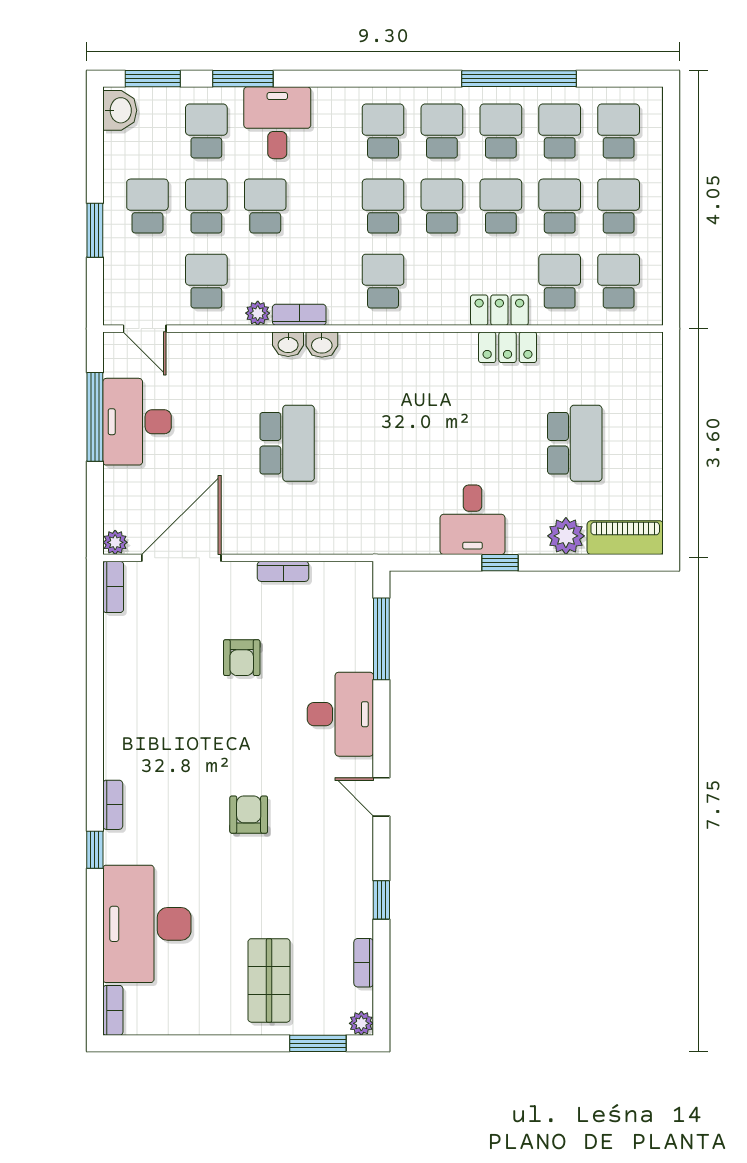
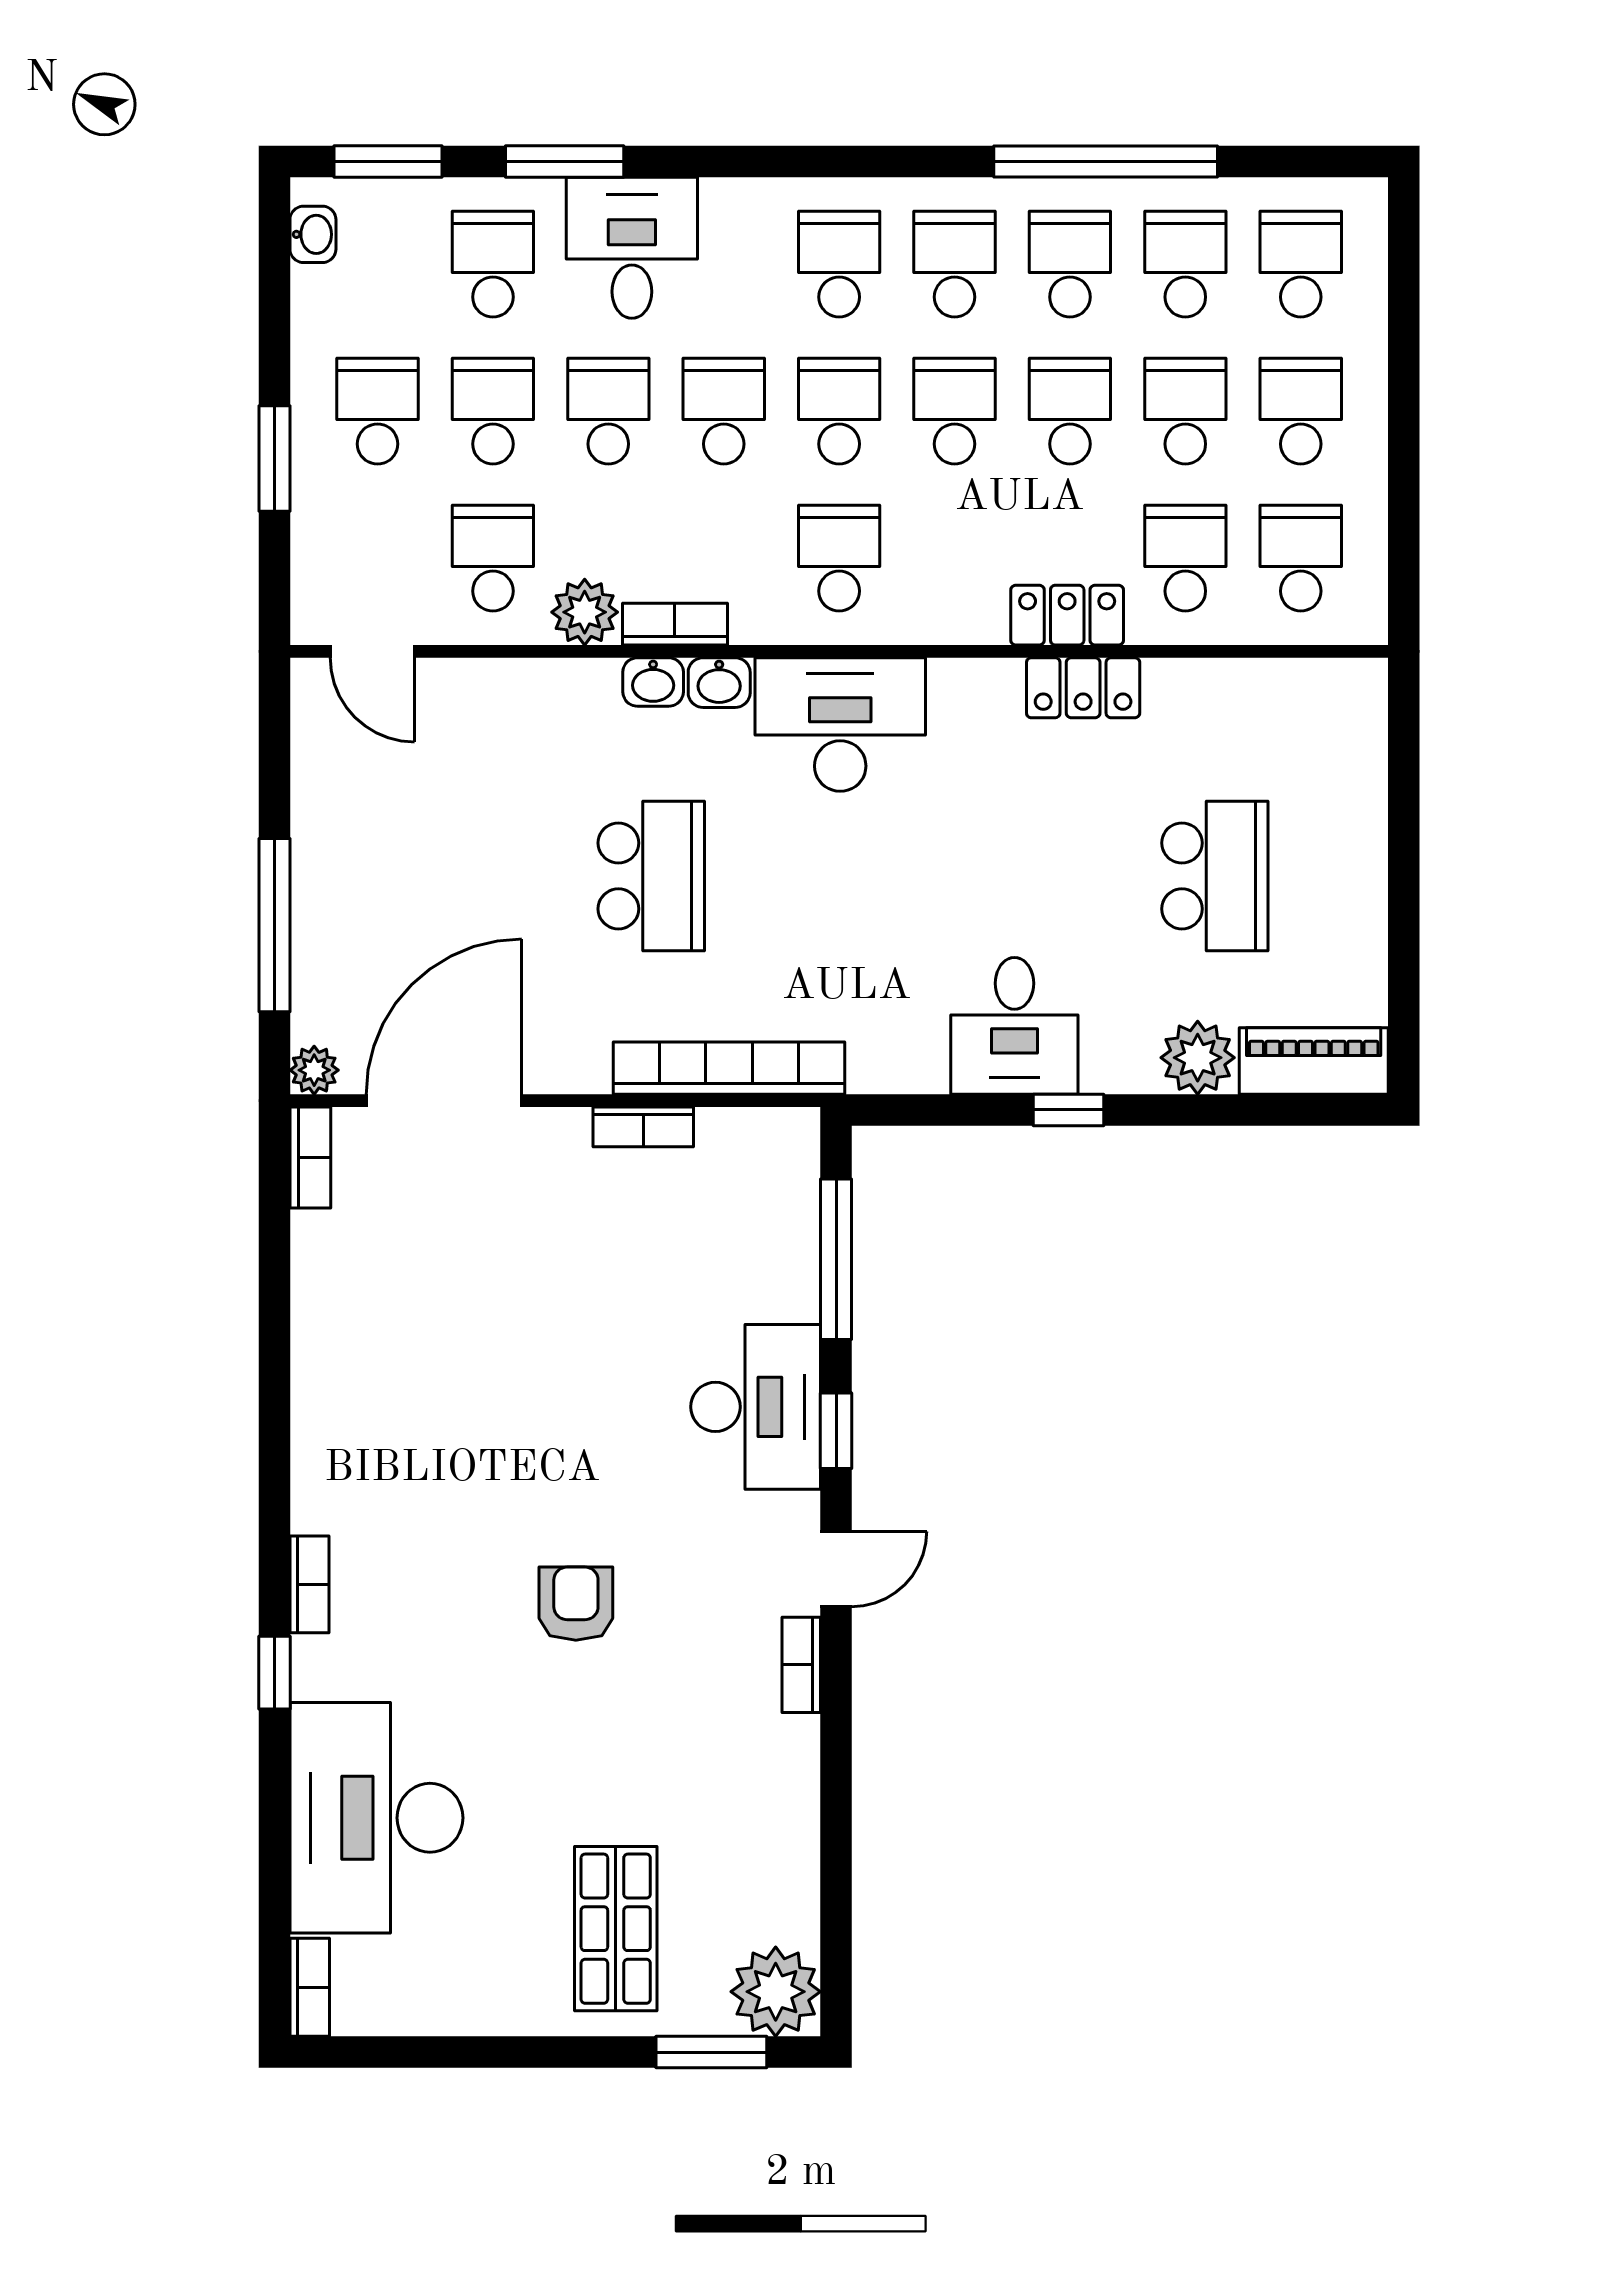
washbasin: (120, 110) -> (313, 234), width x0.72, depth x0.69
school desk: (324, 206) -> (724, 411), added
plant: (258, 313) -> (585, 612), width x1.38, depth x1.38
window: (95, 417) -> (274, 925), moved
desk: (137, 422) -> (840, 725), moved, turned 90
bookcase: (327, 541) -> (729, 1068), added
armchair: (242, 658) -> (562, 1296), removed
door: (381, 797) -> (836, 1569), swing flipped
window: (381, 900) -> (836, 1431), moved
bookcase: (364, 963) -> (801, 1665), moved
plant: (361, 1023) -> (776, 1992), width x1.87, depth x1.87

